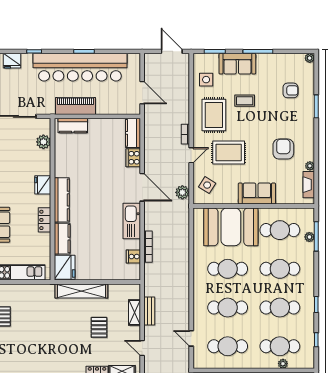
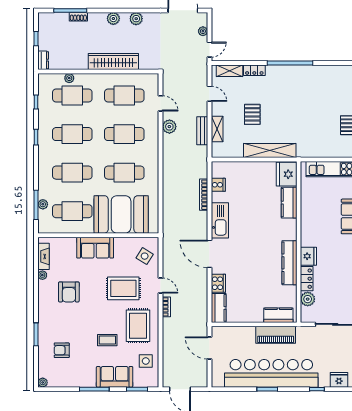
door: (191, 155) -> (161, 286), swing flipped
plant: (182, 192) -> (169, 127), moved
kitchen counter: (62, 200) -> (289, 263), moved
locker: (45, 220) -> (307, 279), moved

